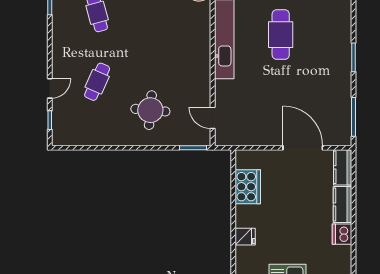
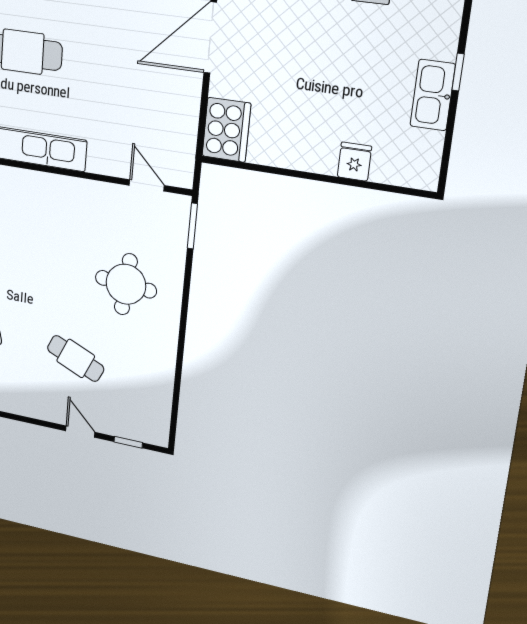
door: (213, 118) -> (147, 185), swing flipped
cooker: (248, 187) -> (226, 130), moved, turned 90

